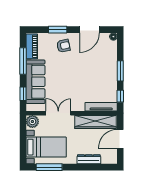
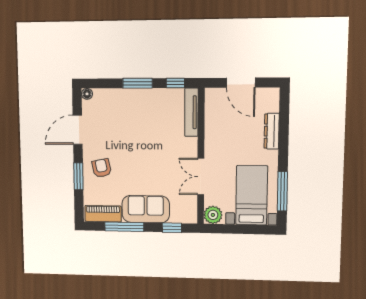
door: (89, 30) -> (78, 130), swing flipped
sofa: (36, 82) -> (146, 209), width x0.73
wardrobe: (95, 122) -> (215, 121), removed

